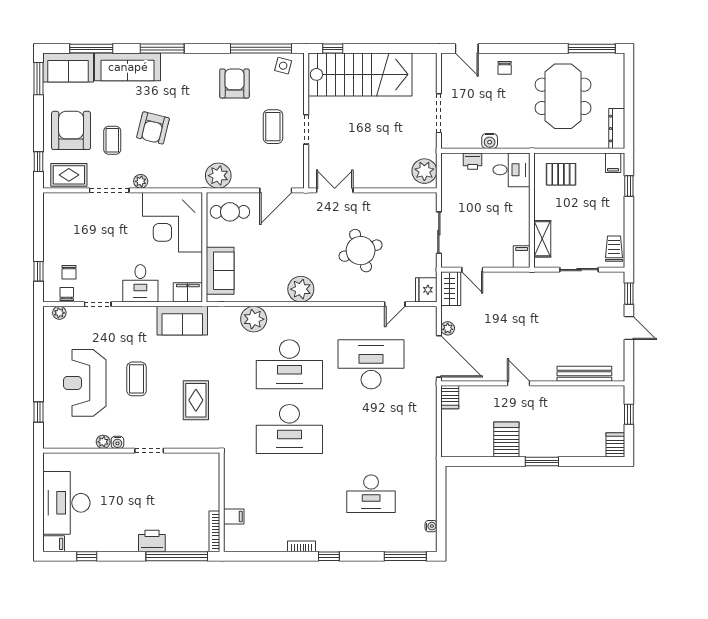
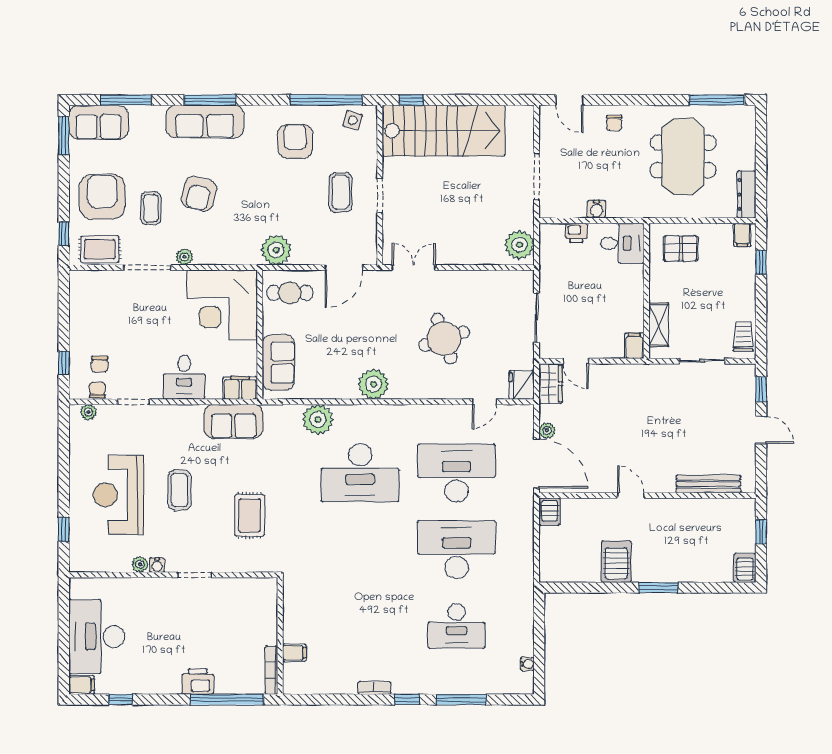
sofa: (128, 67) -> (205, 122), moved
desk: (289, 429) -> (456, 549), moved, turned 180
window: (405, 556) -> (461, 700), moved

